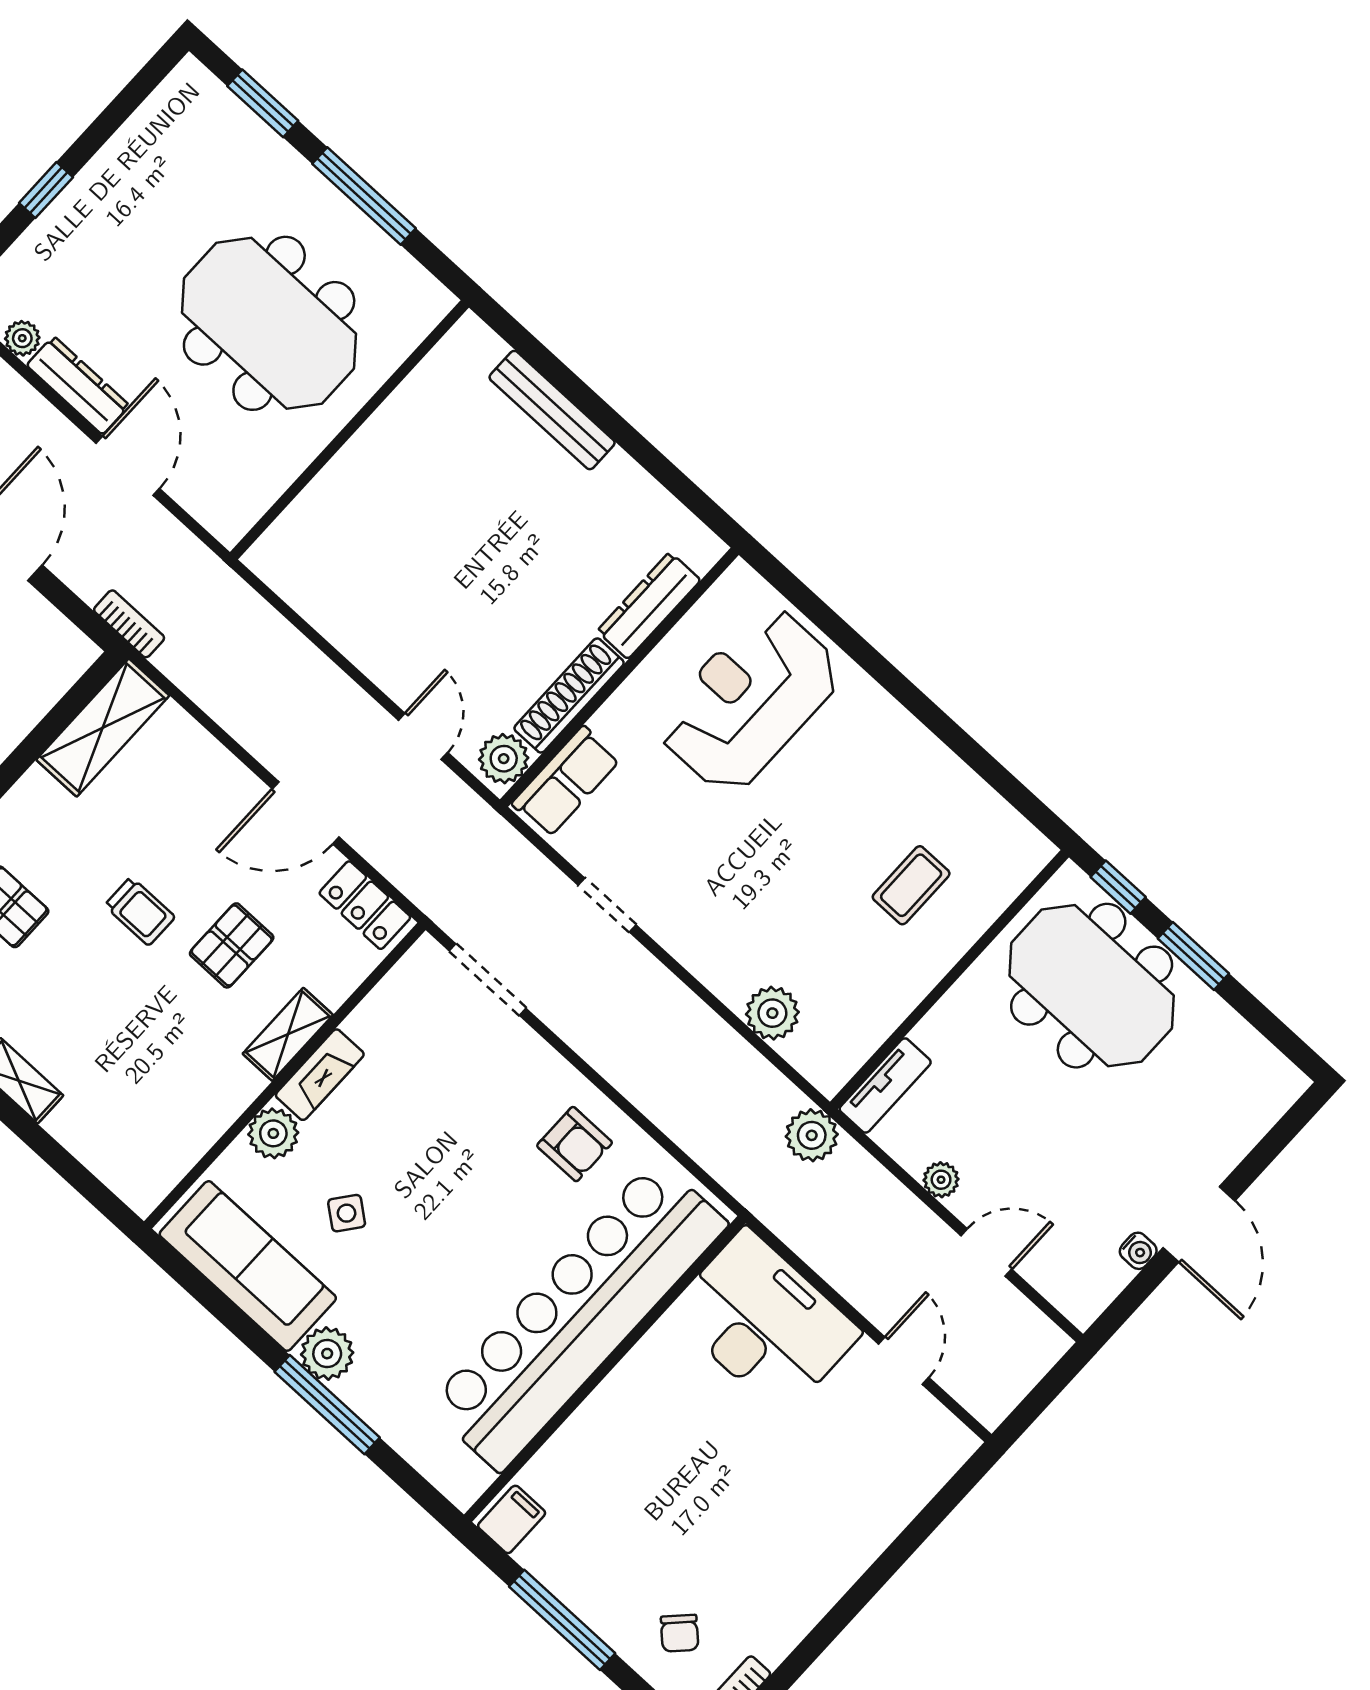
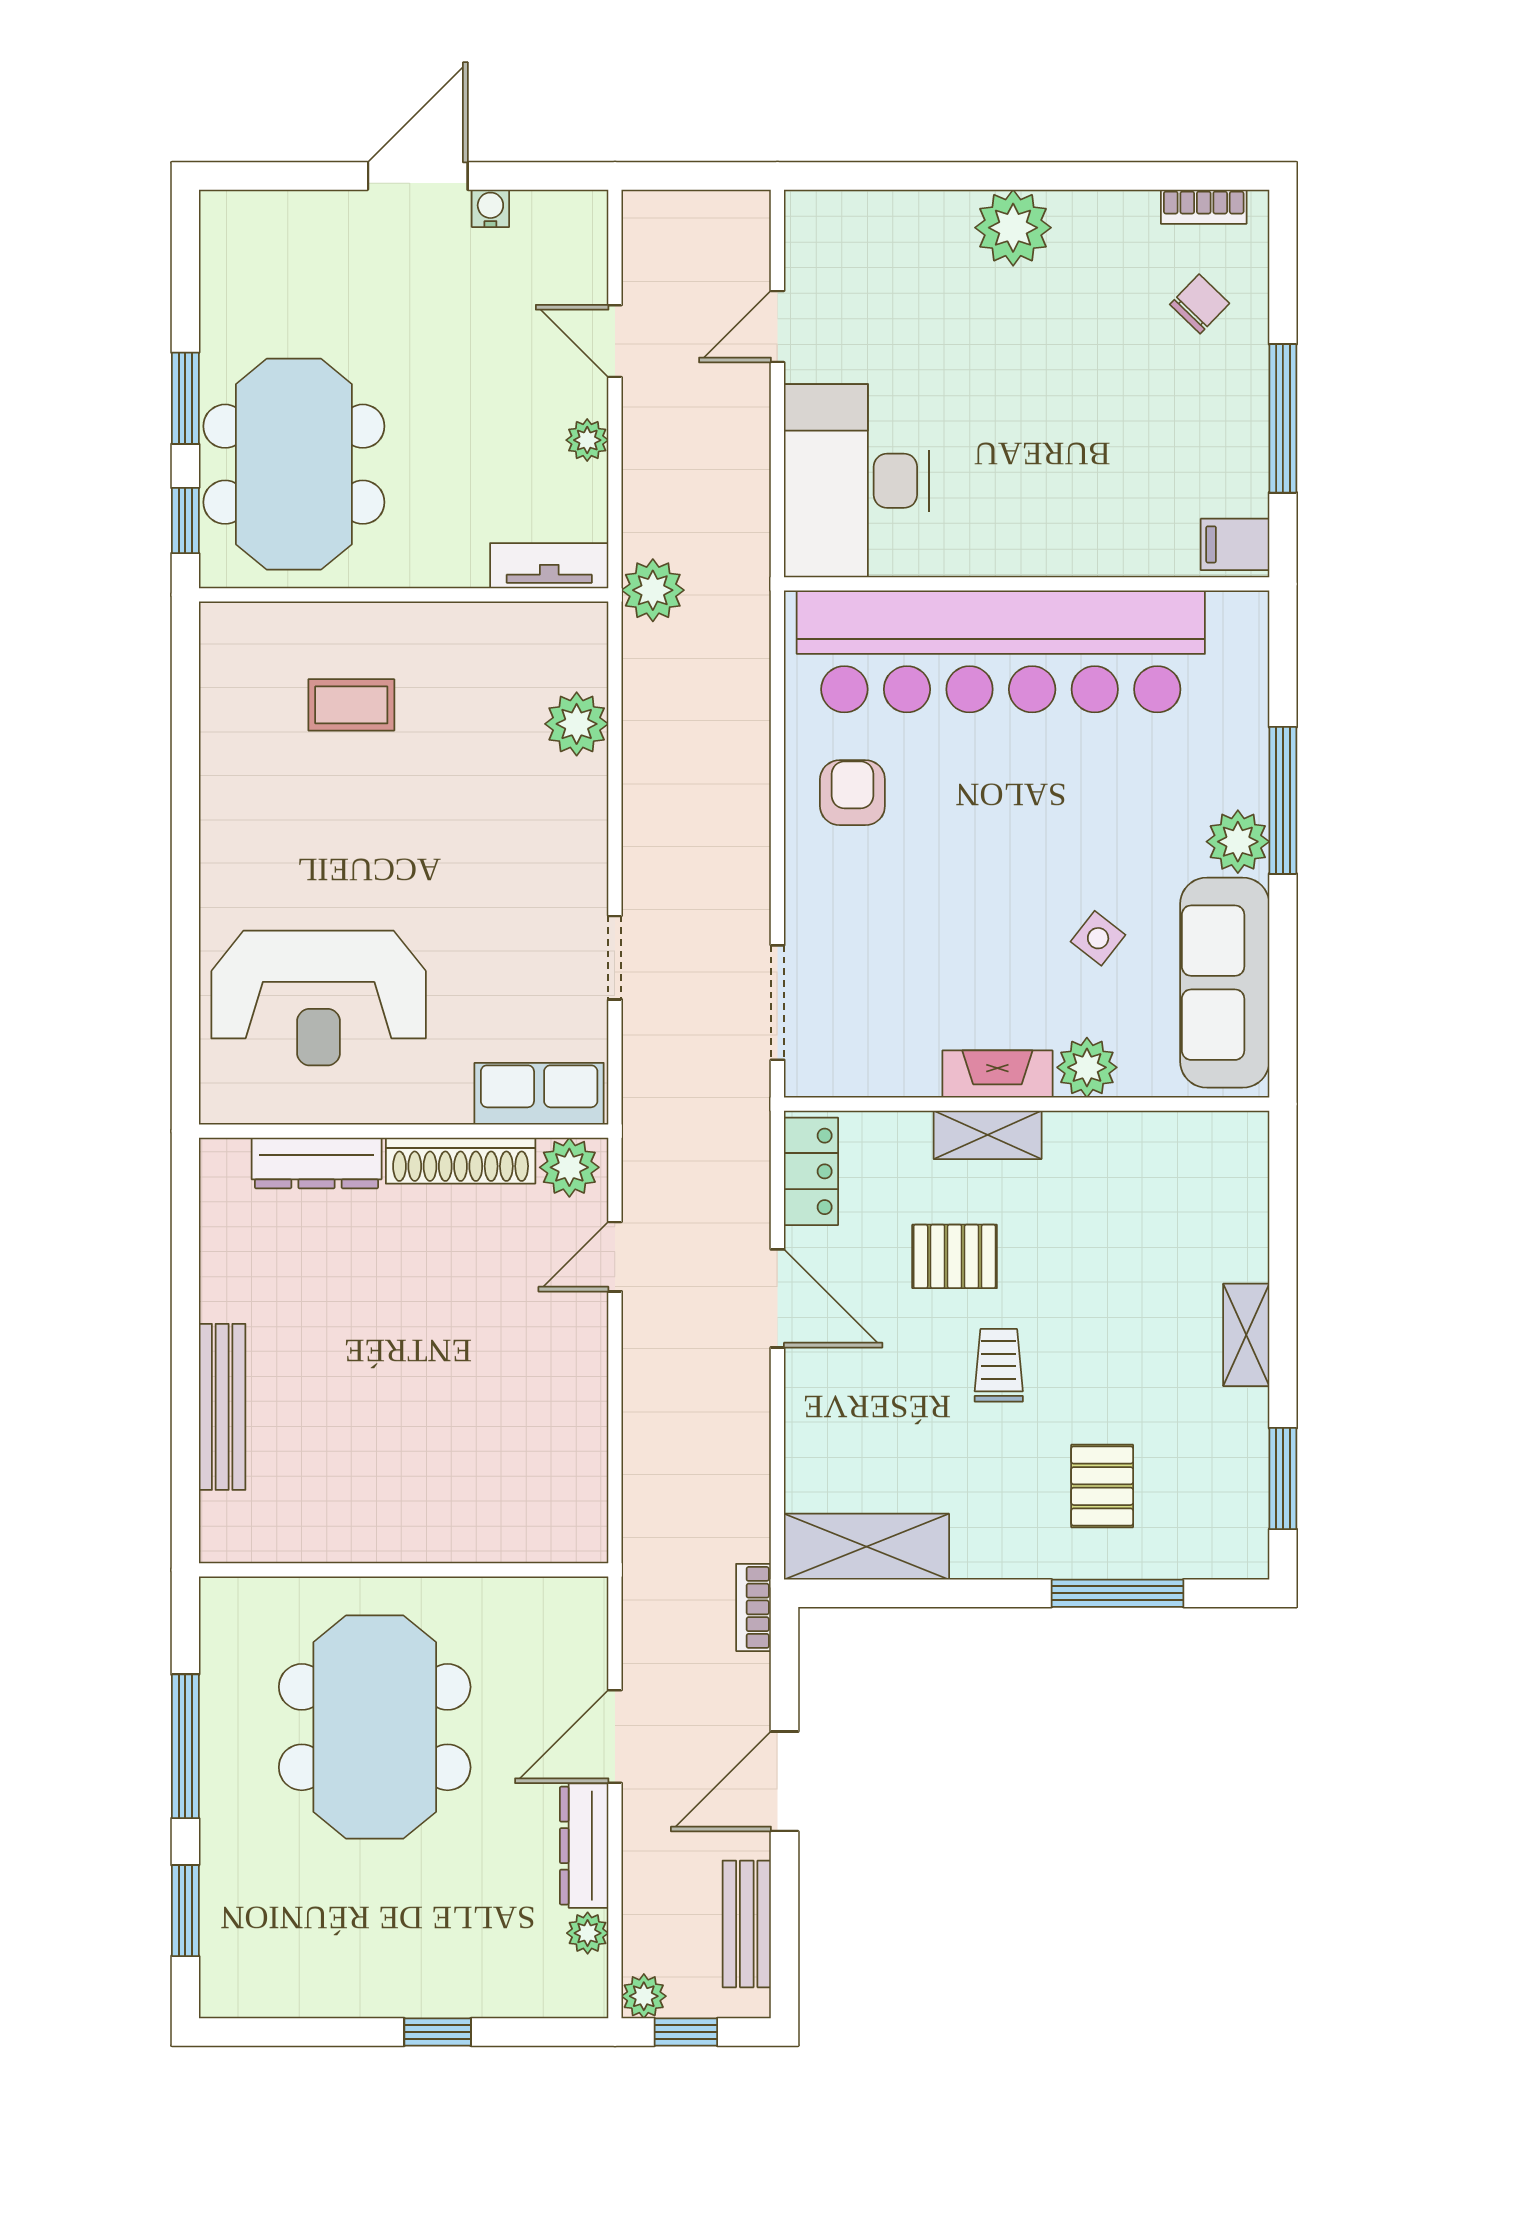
plant: (832, 1561) -> (1013, 228), added

